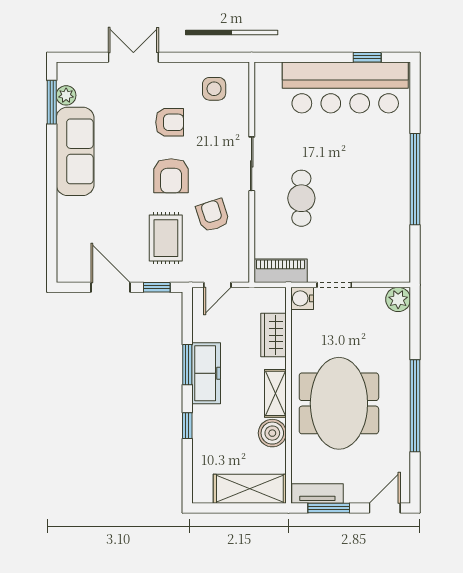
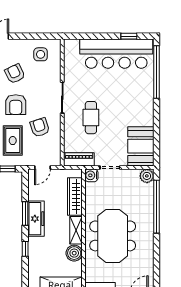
armchair: (170, 122) -> (15, 74), turned -116
window: (415, 179) -> (157, 72), moved
booth: (388, 248) -> (141, 146), added
wardrobe: (274, 335) -> (75, 196), width x1.50
window: (415, 406) -> (157, 207), moved

